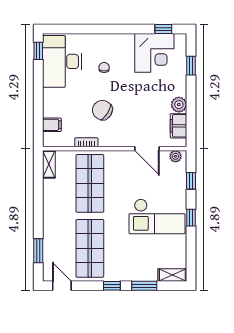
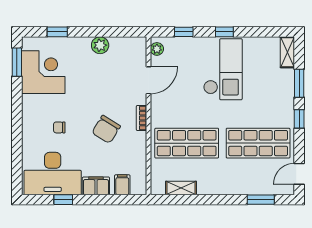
window: (163, 29) -> (17, 62), width x1.50
window: (38, 51) -> (63, 200), moved
filing cabinet: (178, 126) -> (96, 186), moved, turned 180
bookcase: (86, 142) -> (142, 118), moved
shelving: (49, 164) -> (181, 188), moved

